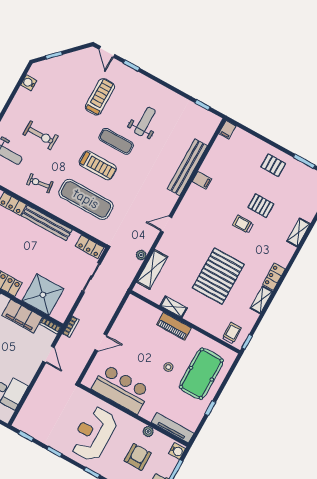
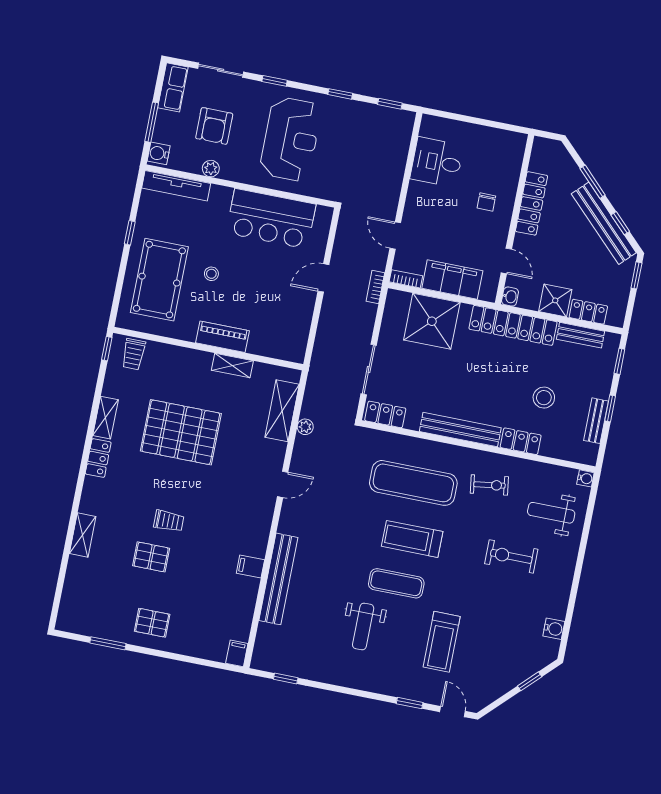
pallet: (218, 276) -> (181, 432), turned 90

